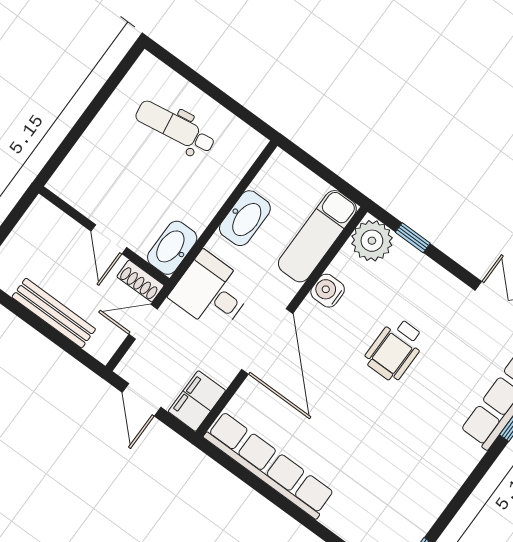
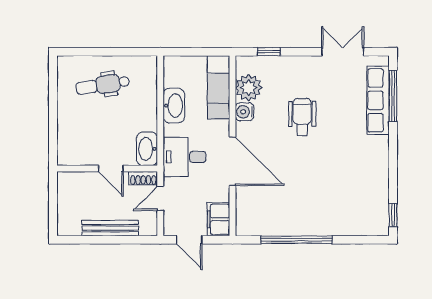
plant: (372, 241) -> (249, 88), moved
wheelchair: (395, 350) -> (302, 117), turned 180
row of seats: (269, 465) -> (281, 225), removed
window: (276, 498) -> (297, 240), added

